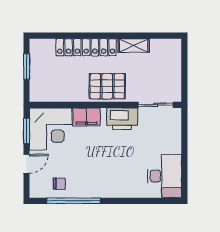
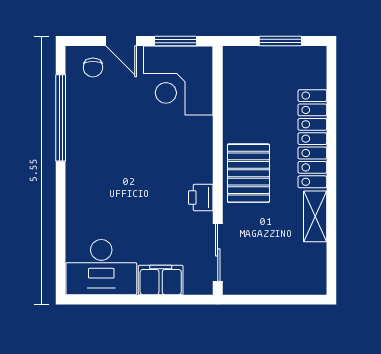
filing cabinet: (86, 117) -> (161, 280), moved, turned 90
printer: (122, 119) -> (201, 198), width x0.53, depth x0.68
chair: (59, 184) -> (93, 67), moved

